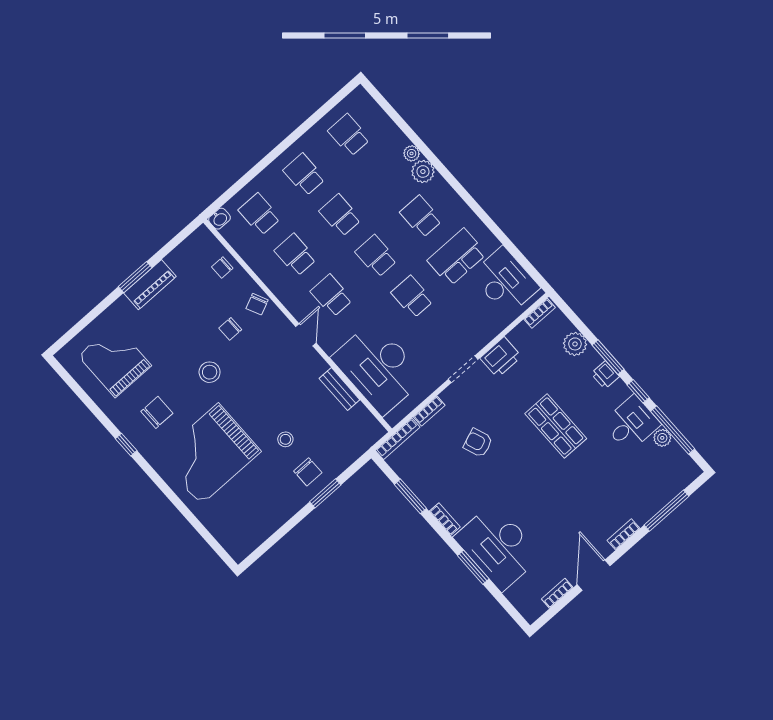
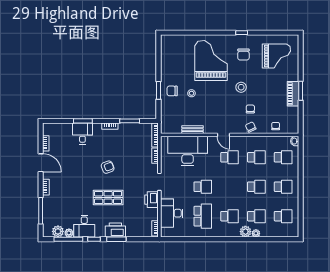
school desk: (376, 256) -> (256, 216), moved
desk: (505, 281) -> (172, 213), moved, turned 90
plant: (575, 344) -> (58, 231), moved
printer: (605, 375) -> (115, 230), width x1.87, depth x1.48
armchair: (478, 443) -> (108, 167), moved
desk: (498, 547) -> (82, 133), width x0.53, depth x0.77

